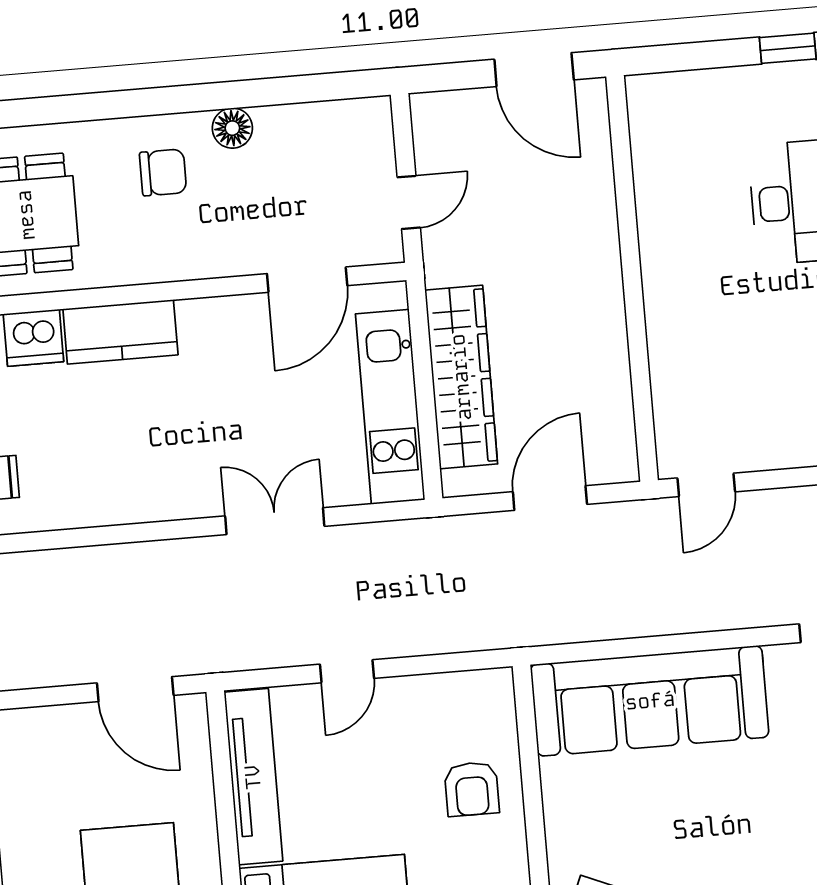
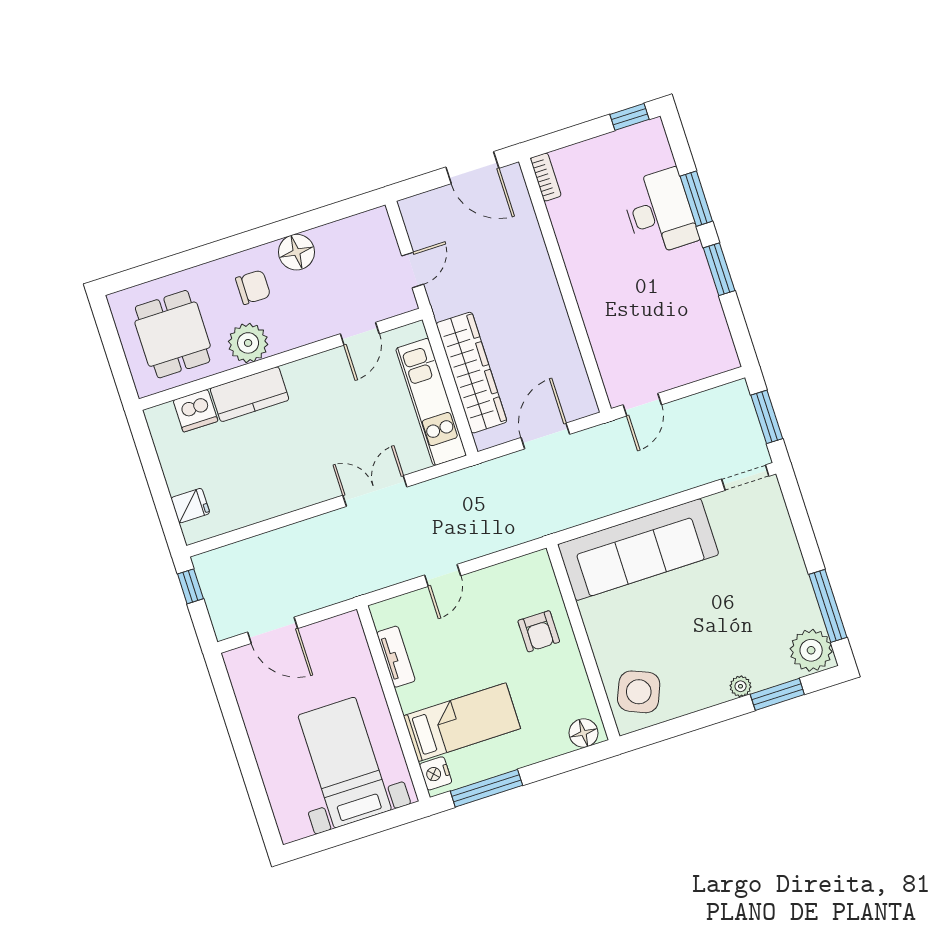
bookcase: (641, 109) -> (546, 177), added
floor lamp: (232, 128) -> (296, 252), width x1.38, depth x1.38
plant: (136, 254) -> (248, 343), added
door: (307, 280) -> (360, 334), width x0.73
door: (135, 689) -> (273, 630), moved
tv unit: (253, 777) -> (396, 657), width x0.52, depth x0.78

